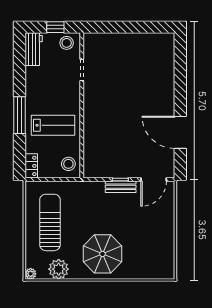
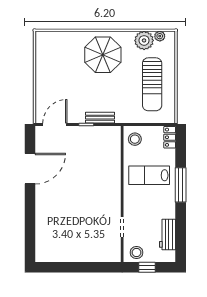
workbench: (34, 49) -> (167, 235), moved
door: (180, 132) -> (30, 169), hinge flipped
bench: (121, 187) -> (100, 118), moved
plant: (31, 274) -> (160, 36), moved

